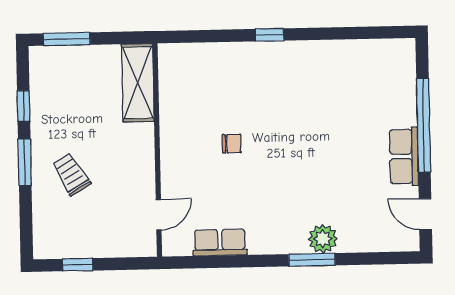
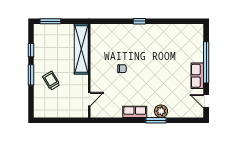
shelving: (138, 83) -> (81, 49), width x1.47
row of seats: (220, 242) -> (135, 112), moved
window: (78, 265) -> (53, 120), removed

